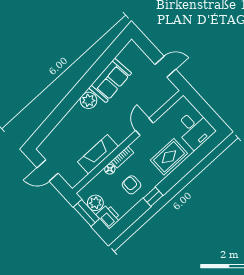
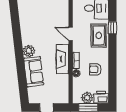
sofa: (110, 80) -> (34, 72), moved
fireplace: (98, 154) -> (62, 59), moved
window: (153, 197) -> (112, 28), moved

